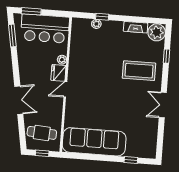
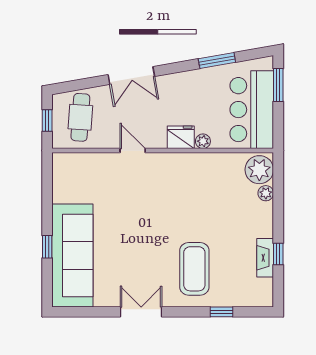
window: (102, 17) -> (278, 254), moved
plant: (157, 32) -> (259, 170), moved
window: (12, 36) -> (217, 60), moved
door: (65, 89) -> (133, 151), moved
sofa: (94, 142) -> (72, 256), moved
window: (131, 160) -> (47, 247), moved

